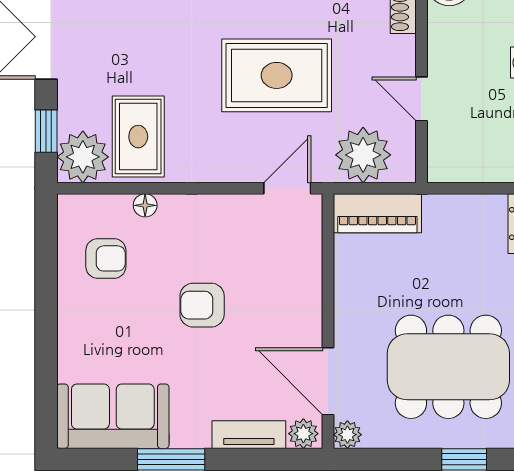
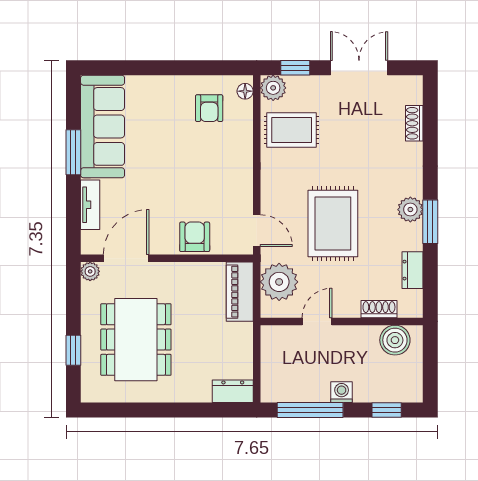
plant: (83, 157) -> (273, 88), width x0.73, depth x0.73
floor lamp: (145, 205) -> (245, 91), moved
armchair: (202, 305) -> (195, 237), moved
sofa: (113, 416) -> (103, 126), width x1.36
plant: (303, 434) -> (91, 242), removed

